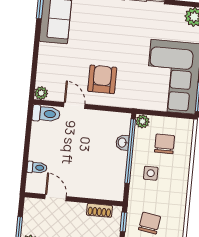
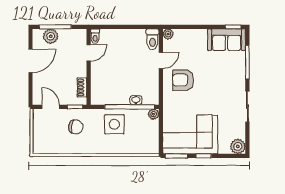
armchair: (102, 79) -> (183, 80), turned 180
chair: (164, 144) -> (138, 133), removed
toilet: (37, 167) -> (95, 36), moved
side table: (151, 173) -> (114, 124), width x1.87, depth x1.87

